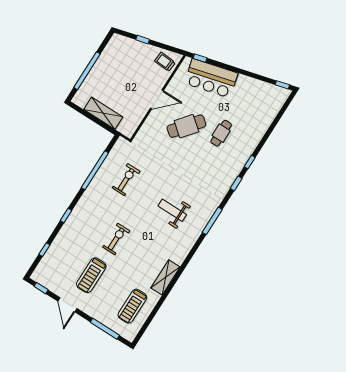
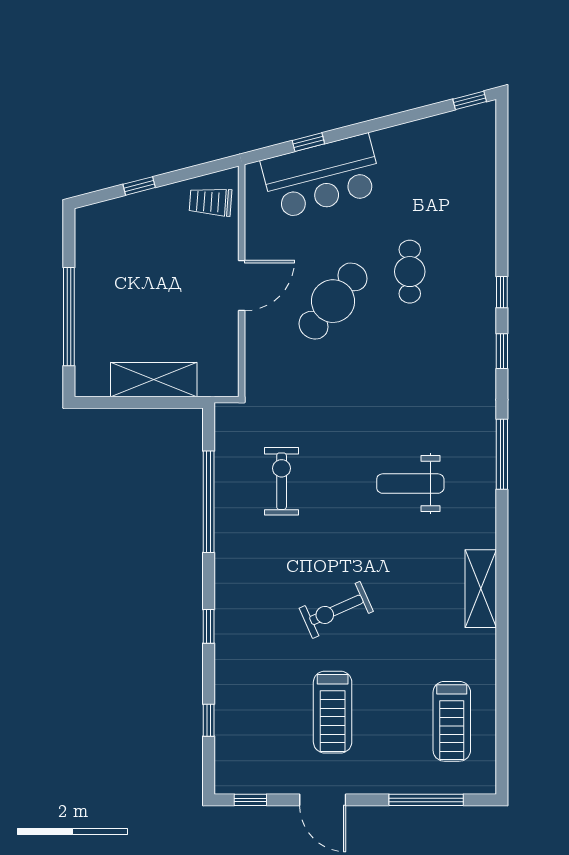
window: (200, 58) -> (308, 142), moved
exercise bike: (116, 239) -> (336, 610), turned -114
shelving: (165, 277) -> (481, 589), moved

